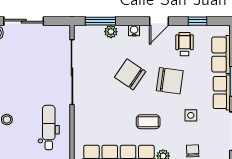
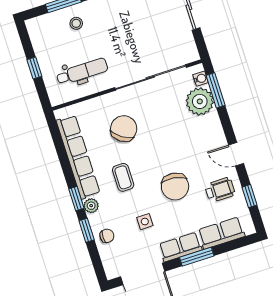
water cooler: (134, 31) -> (201, 79), moved
plant: (111, 32) -> (200, 101), width x1.88, depth x1.88
chair: (130, 74) -> (124, 129), moved

